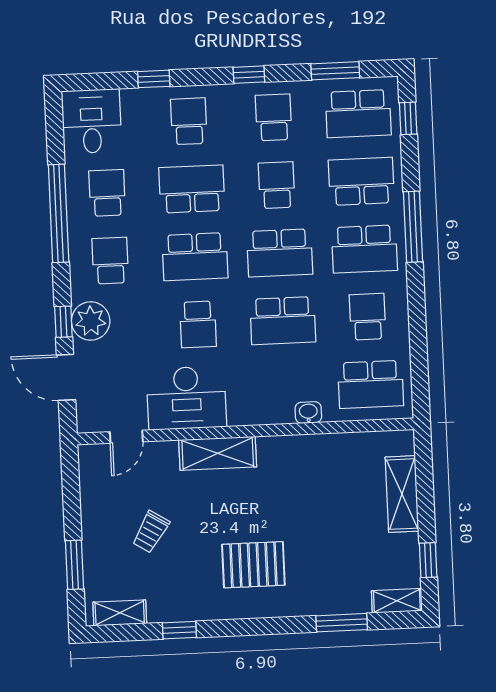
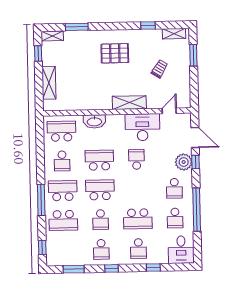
school desk: (358, 114) -> (64, 250), removed
school desk: (195, 257) -> (137, 189), removed
washbasin: (308, 413) -> (94, 121), width x1.91, depth x1.45

